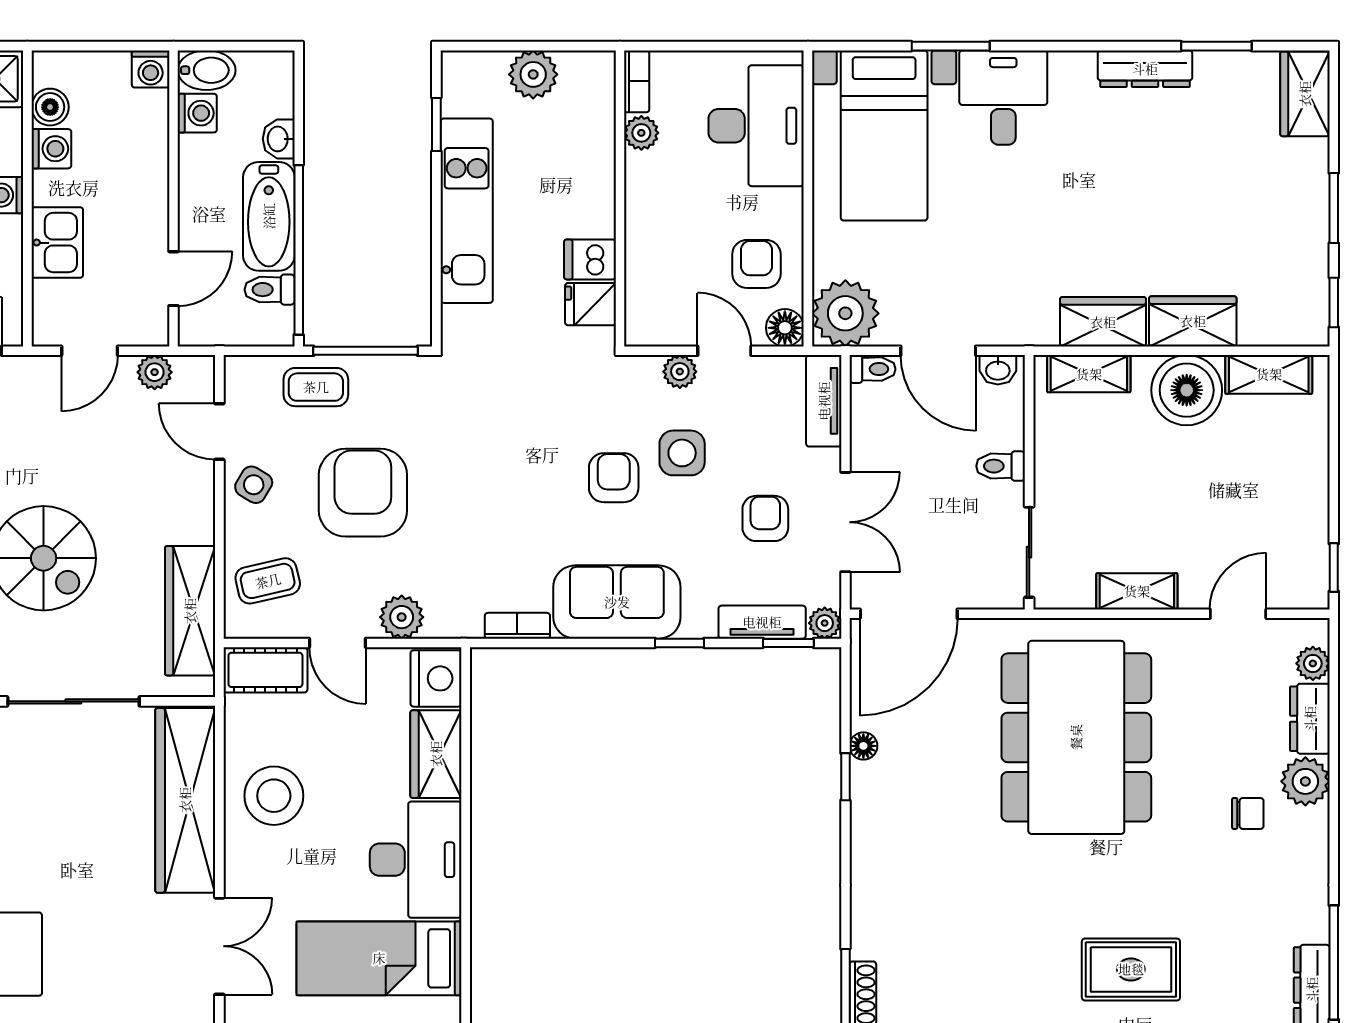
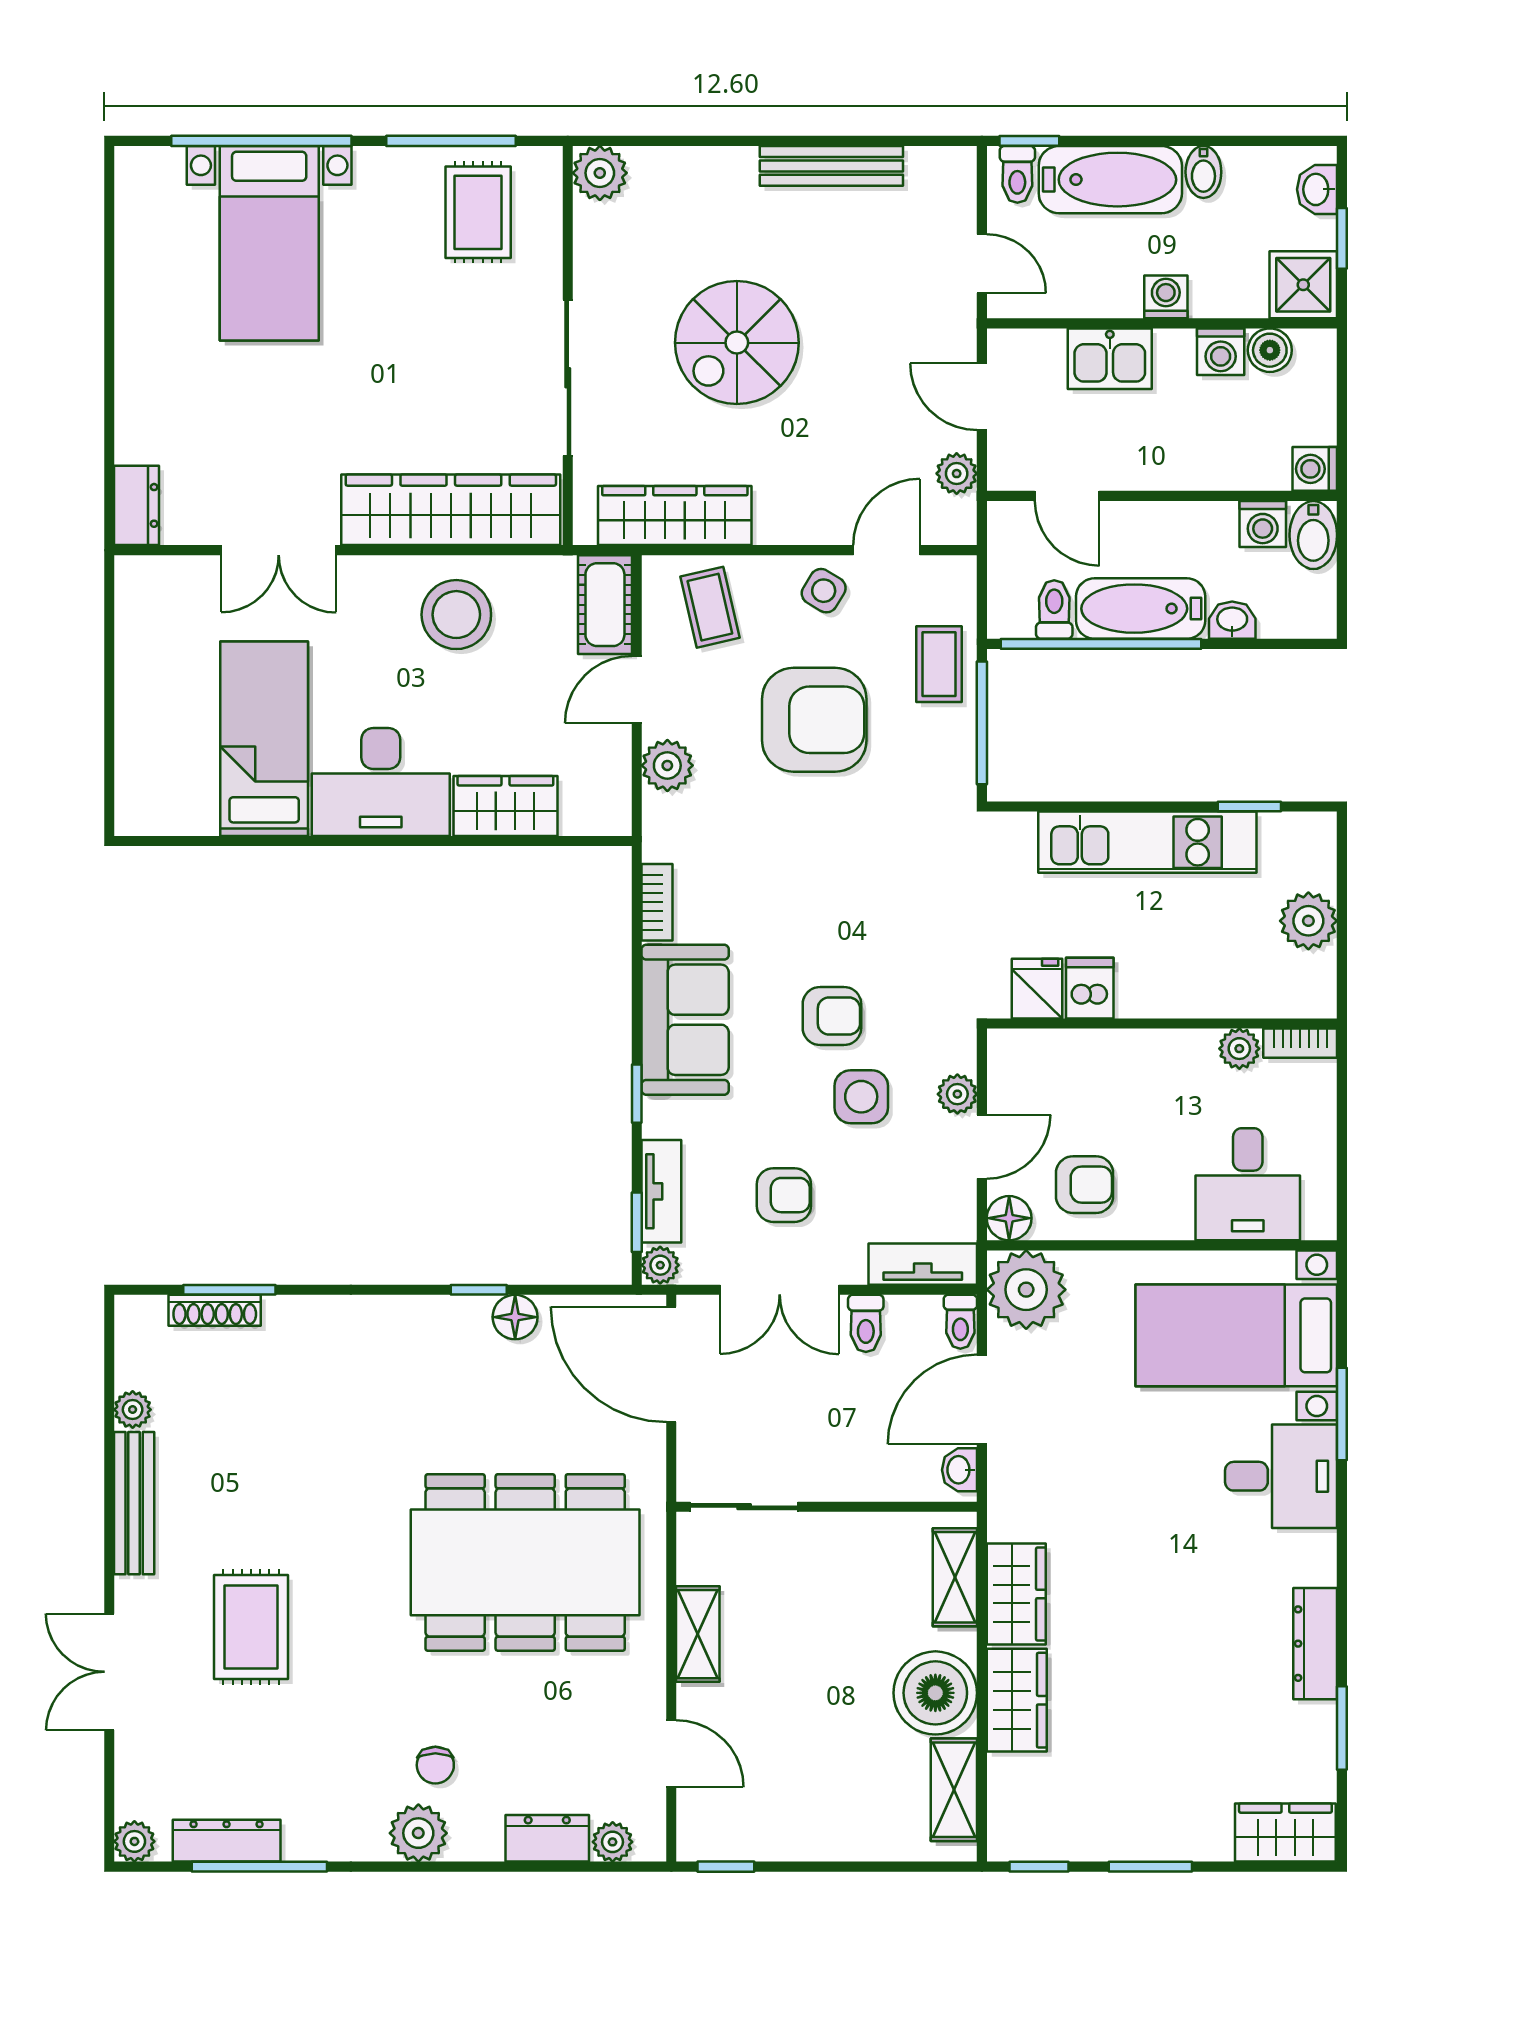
desk: (756, 126) -> (1248, 1184), width x0.73
toilet: (1001, 466) -> (866, 1323), moved, turned 180
nightstand: (436, 678) -> (595, 806), removed
floor lamp: (863, 746) -> (515, 1317), width x1.37, depth x1.37
plant: (1305, 781) -> (418, 1833), moved

